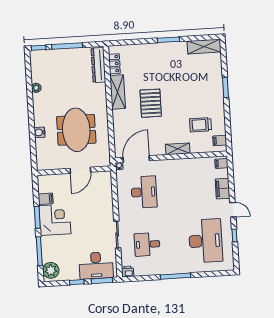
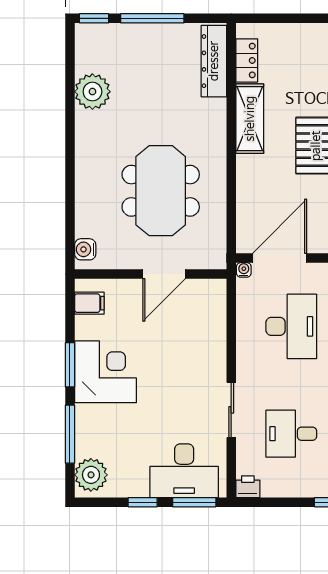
plant: (36, 88) -> (92, 92), width x1.87, depth x1.87
water cooler: (40, 132) -> (85, 249), moved
filing cabinet: (46, 199) -> (89, 303), moved

